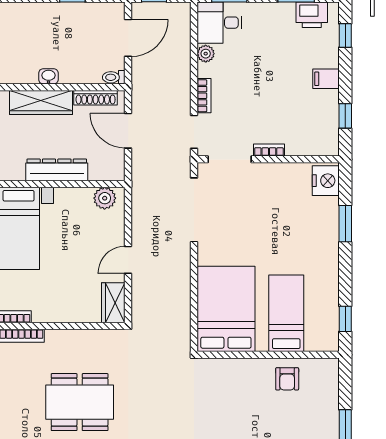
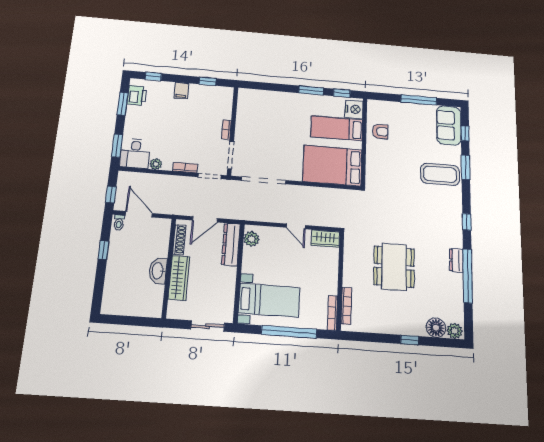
washbasin: (48, 76) -> (158, 271), width x1.91, depth x1.45
toilet: (114, 77) -> (119, 222), moved
dresser: (57, 170) -> (231, 244), moved
nightstand: (326, 181) -> (354, 109), moved, turned 90
window: (345, 224) -> (311, 90), moved

